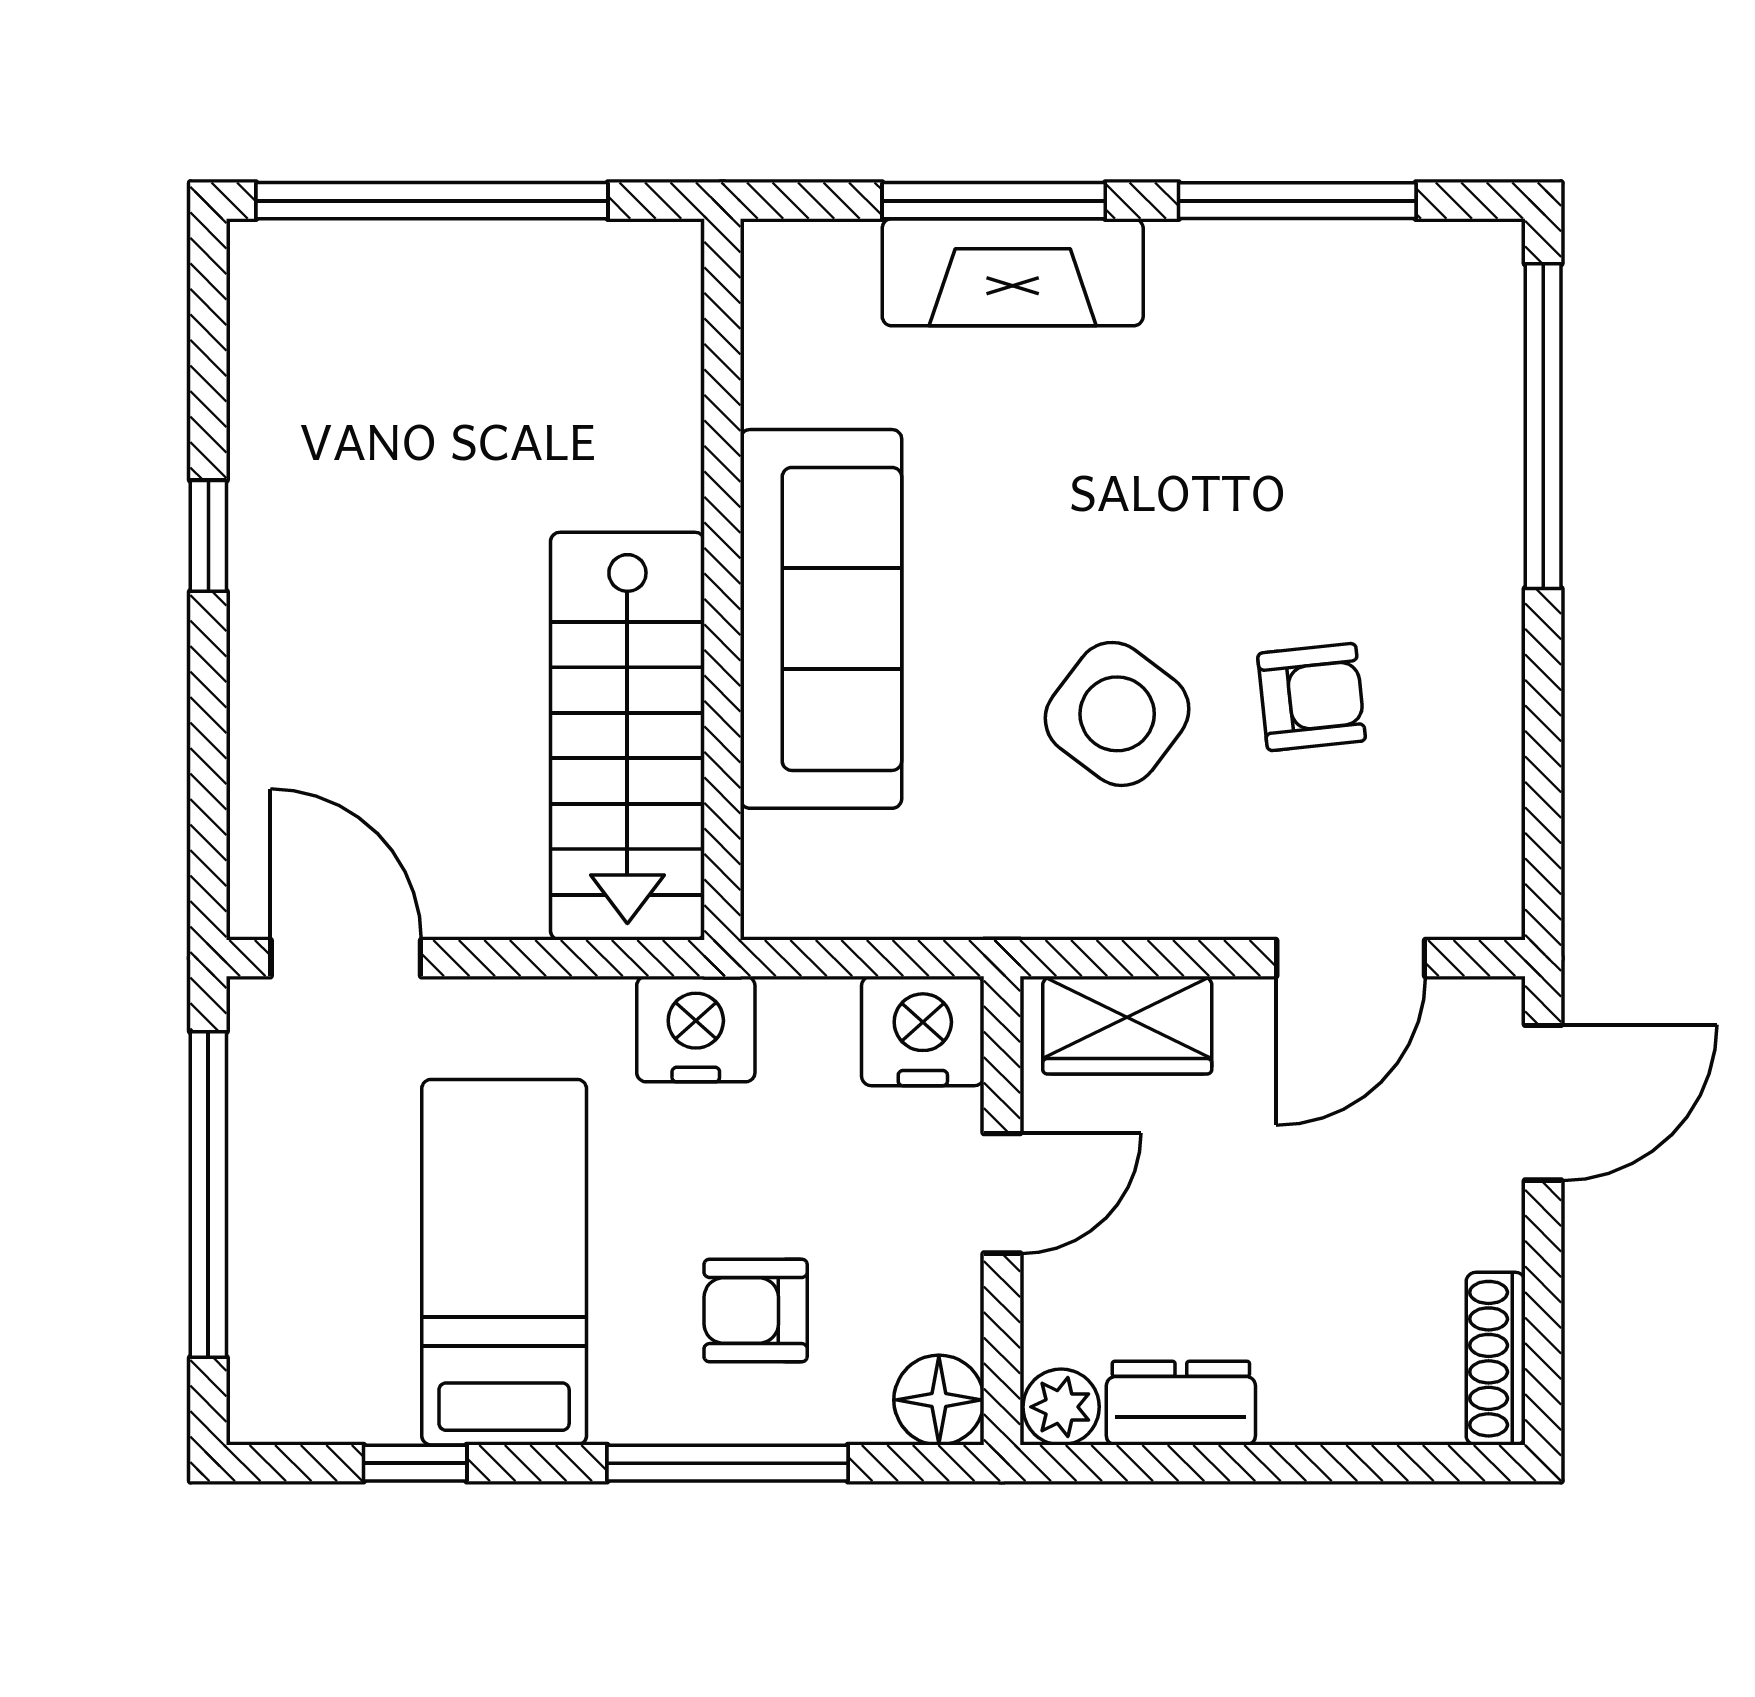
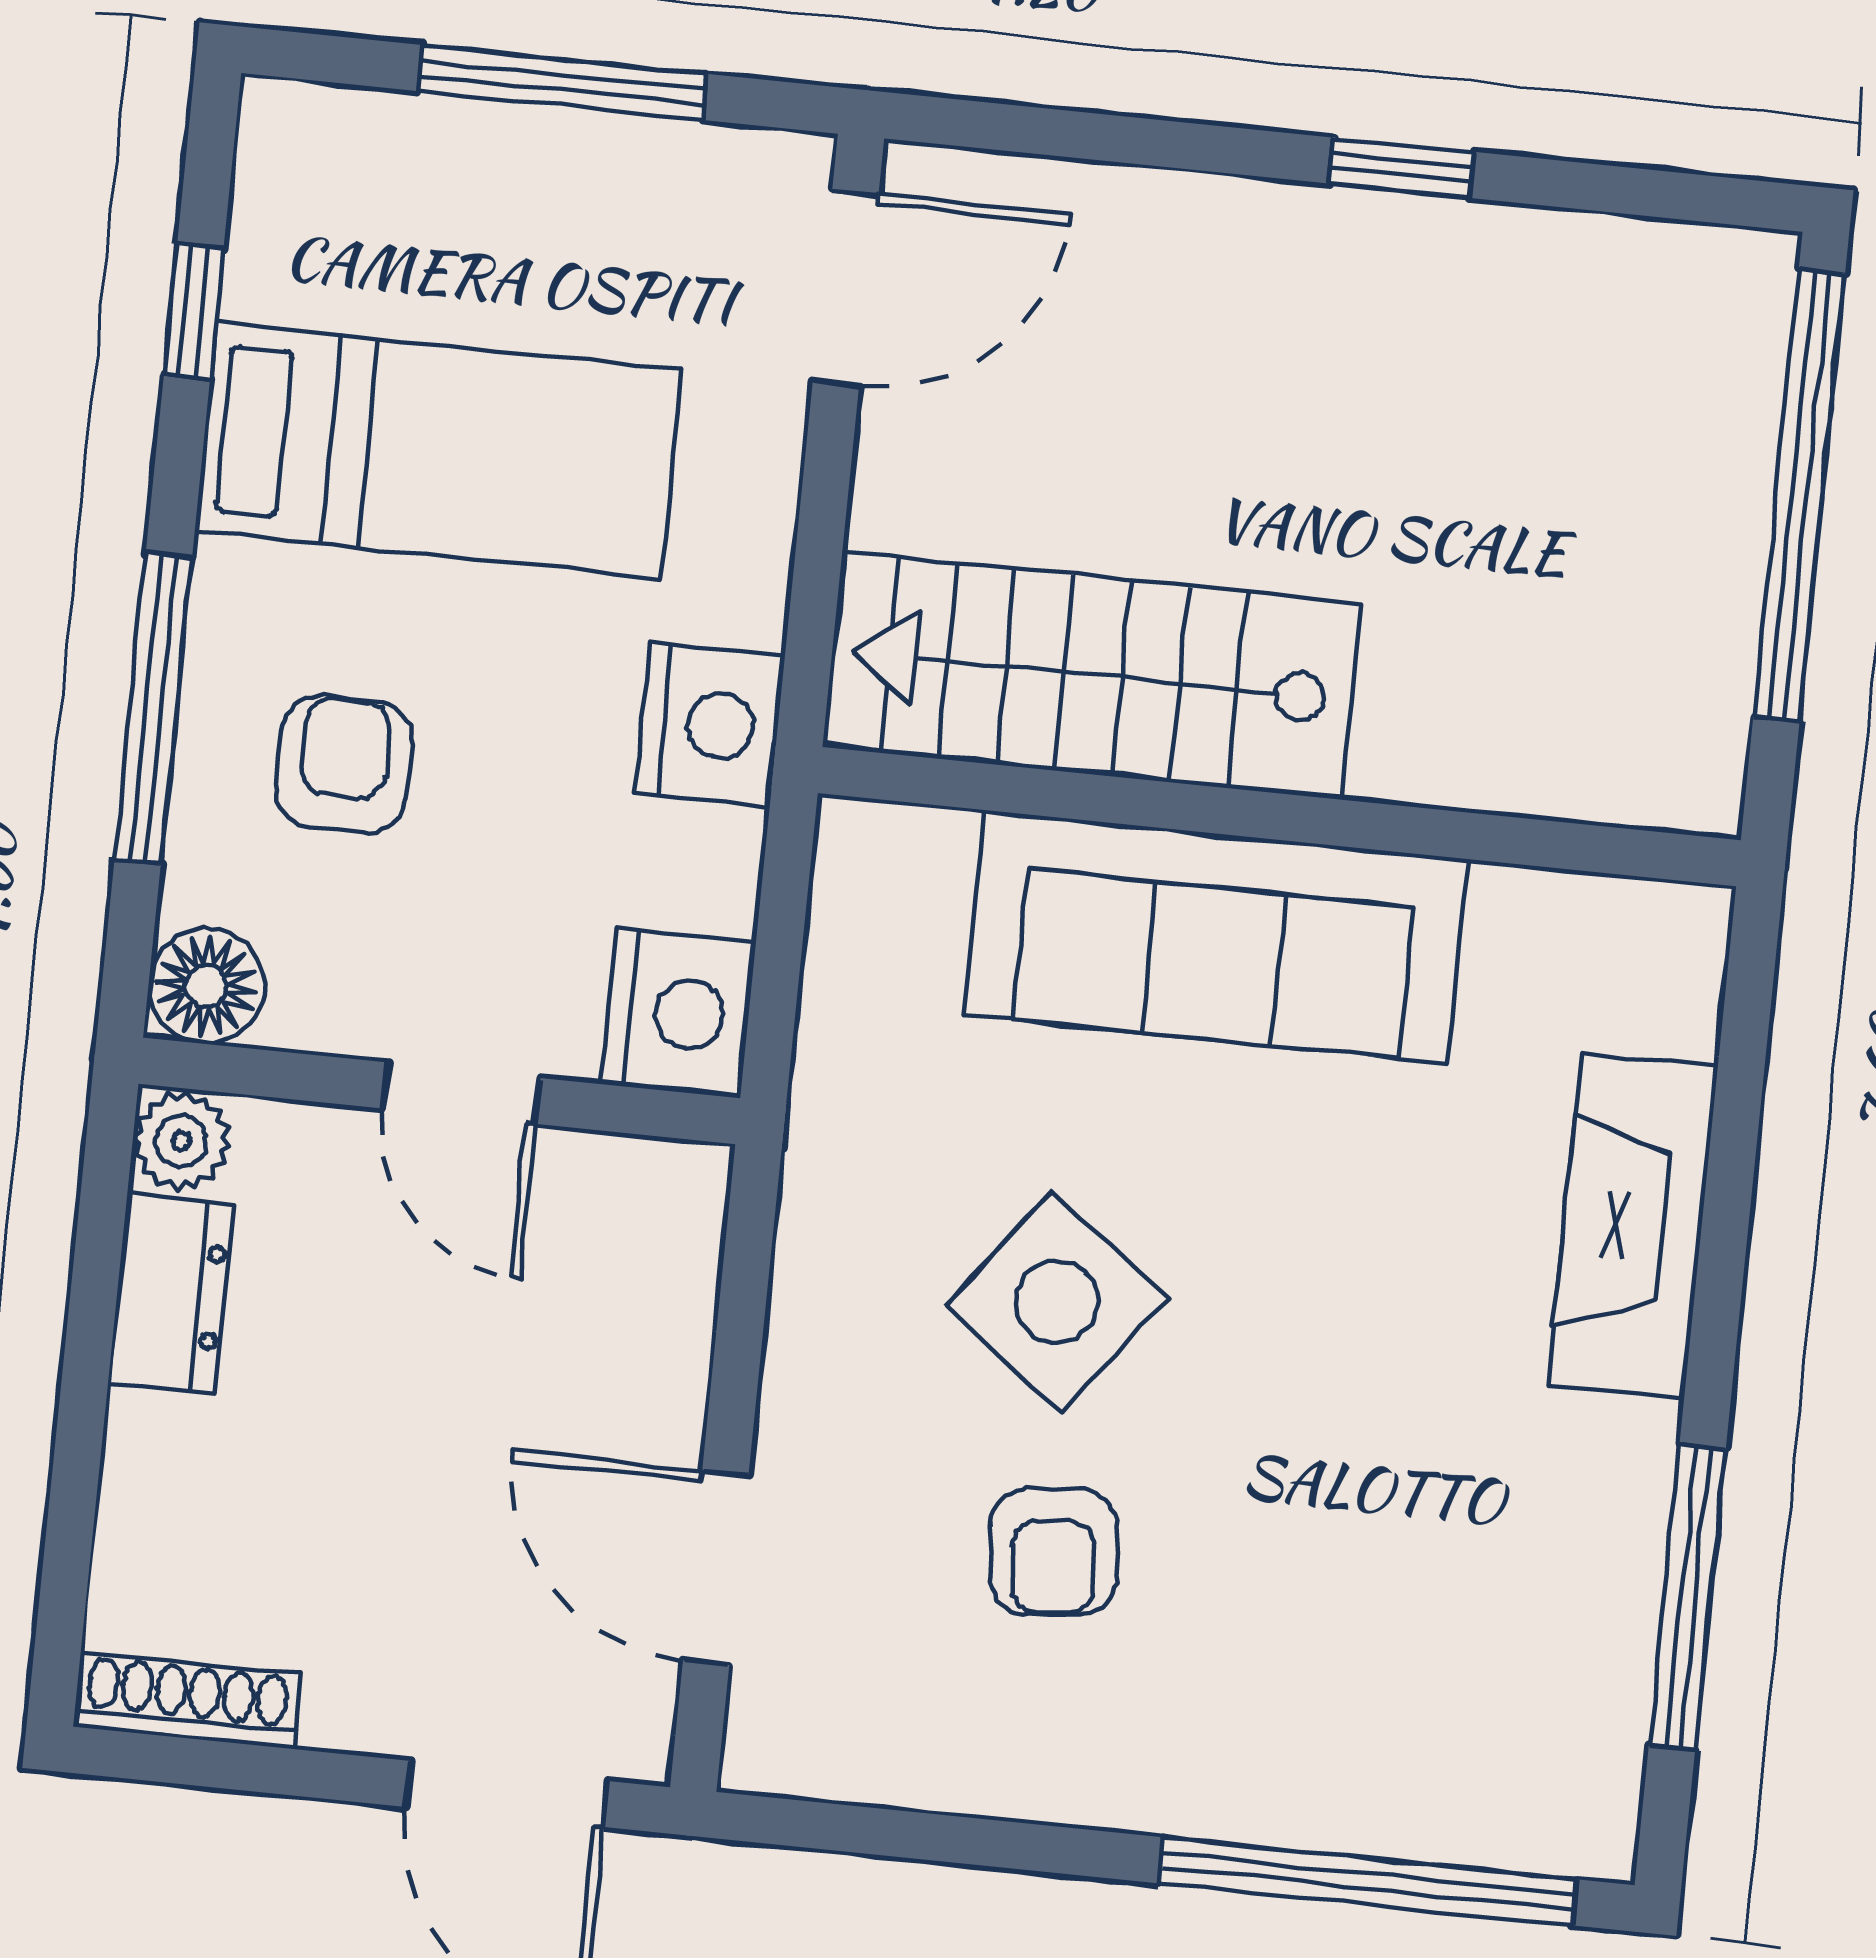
window: (994, 201) -> (1727, 1211), removed
wardrobe: (1127, 1025) -> (659, 1274), removed
window: (208, 1194) -> (562, 82), width x0.68

